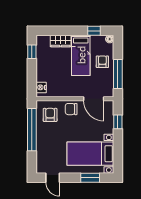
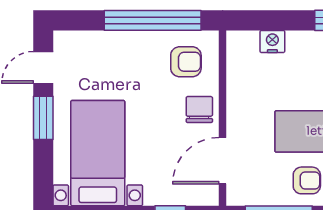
nightstand: (41, 87) -> (272, 41), moved
window: (90, 178) -> (43, 118), moved

